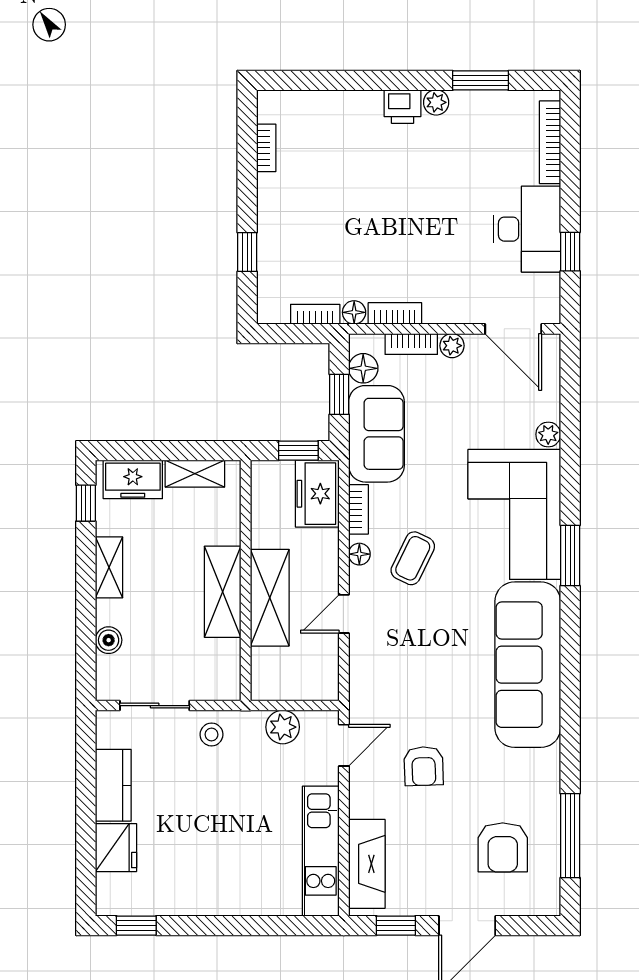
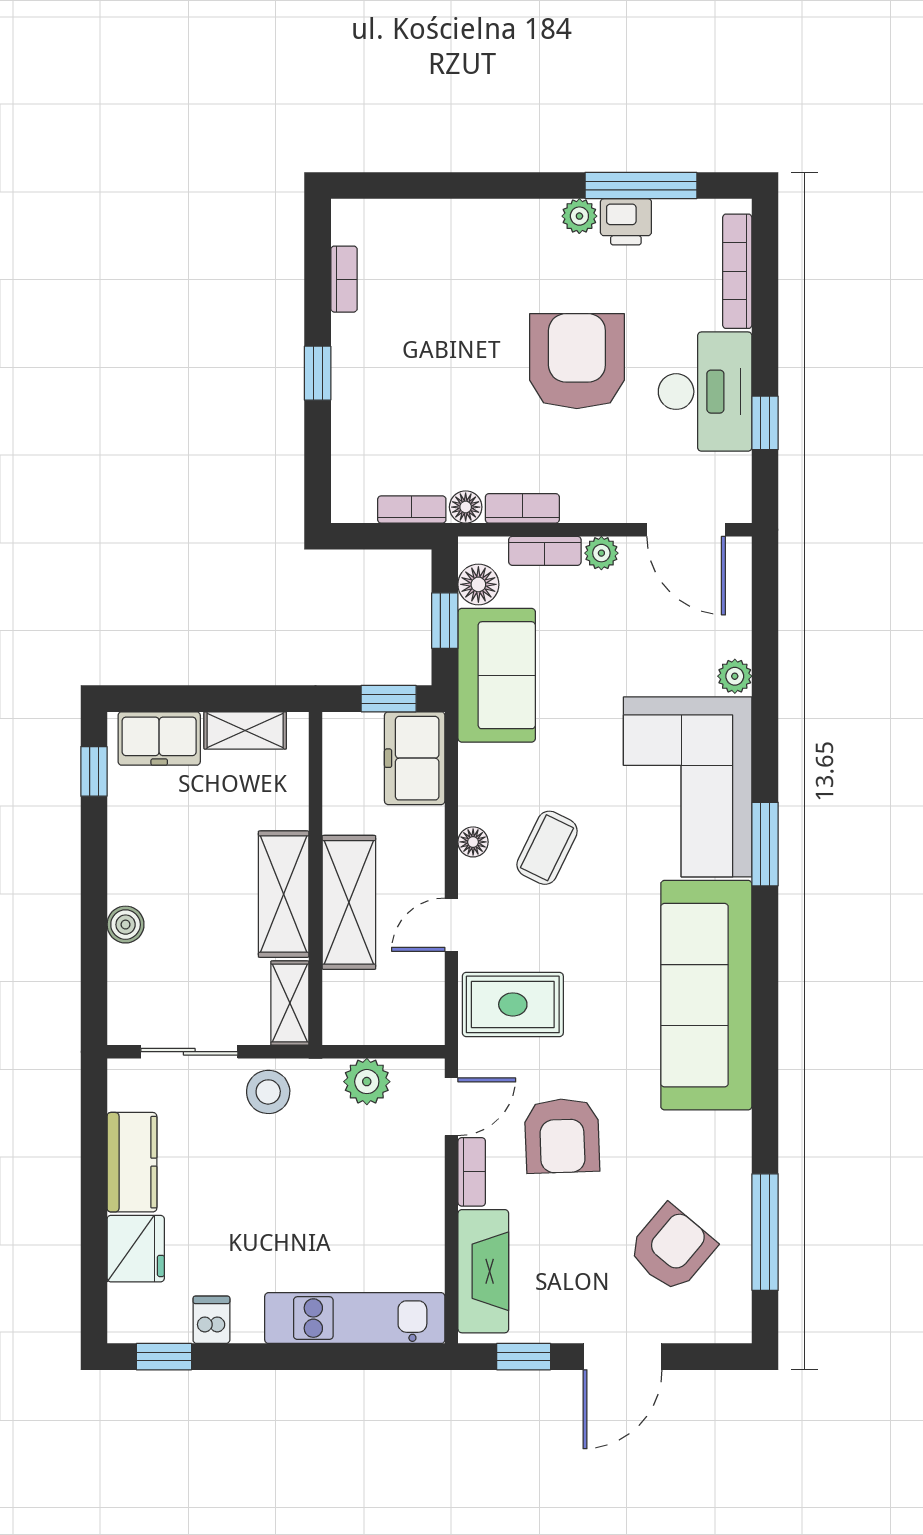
window: (481, 80) -> (641, 185), width x1.44
printer: (403, 107) -> (626, 222), moved
armchair: (434, 207) -> (577, 361), added
window: (247, 252) -> (318, 373), moved
bookcase: (358, 509) -> (472, 1172), moved
shelving: (109, 567) -> (290, 1003), moved
boiler: (109, 640) -> (126, 925), moved
rug: (388, 671) -> (513, 1004), added
stool: (212, 734) -> (268, 1092), width x1.37, depth x1.37
armchair: (424, 766) -> (562, 1136), width x1.38, depth x1.38
armchair: (503, 847) -> (672, 1248), turned -140
kitchen unit: (321, 851) -> (355, 1318), moved, turned 90
dishwasher: (171, 899) -> (211, 1320), added

